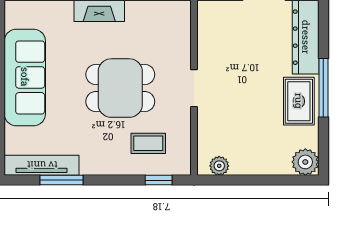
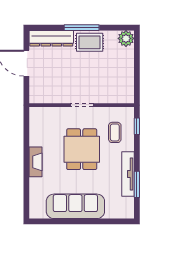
tv unit: (42, 165) -> (128, 174), moved
plant: (219, 166) -> (128, 90), removed

